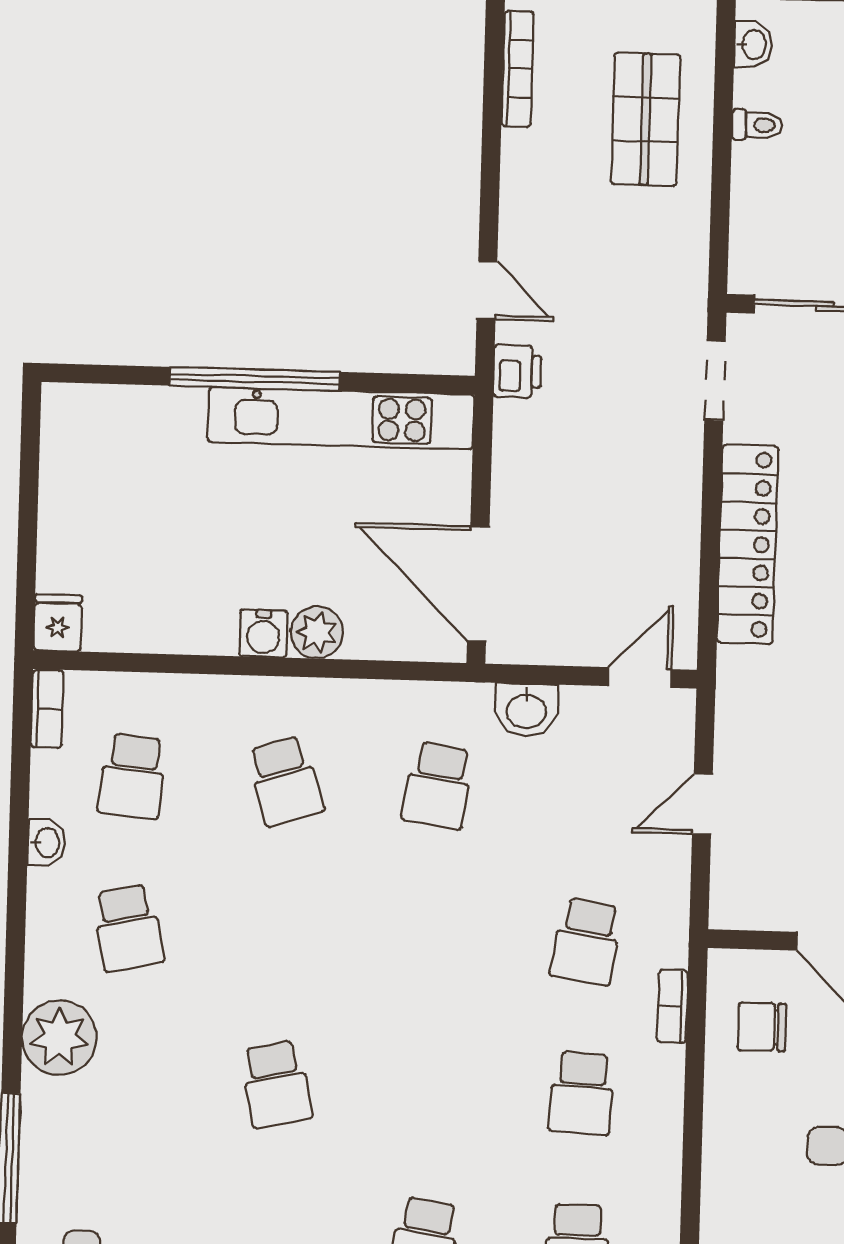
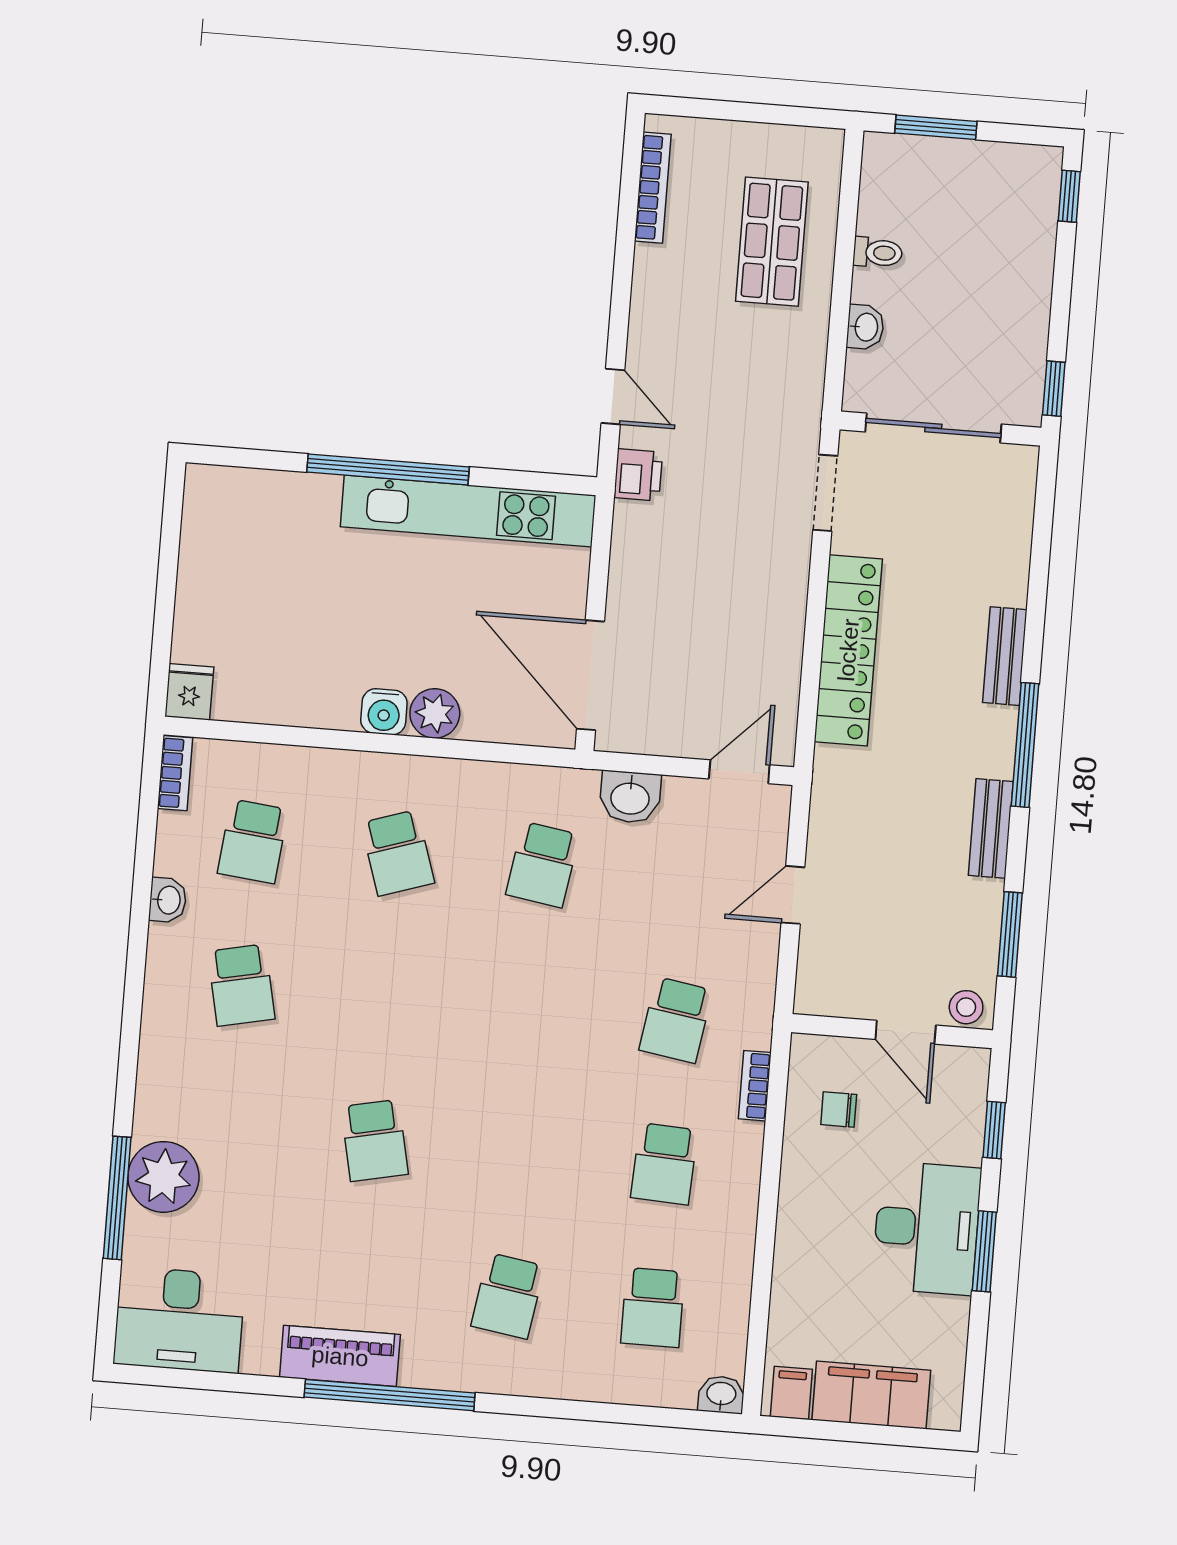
washbasin: (753, 45) -> (865, 327), moved
chair: (762, 1027) -> (839, 1110), width x0.73, depth x0.73
plant: (59, 1038) -> (163, 1177), moved

